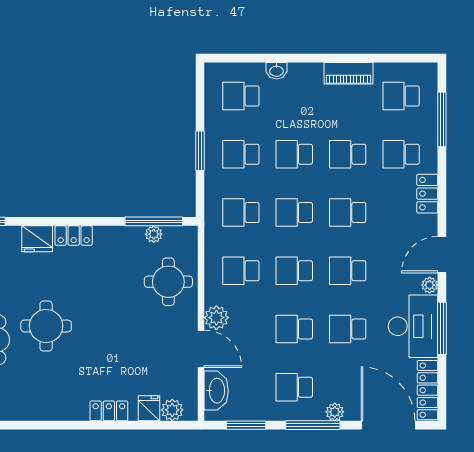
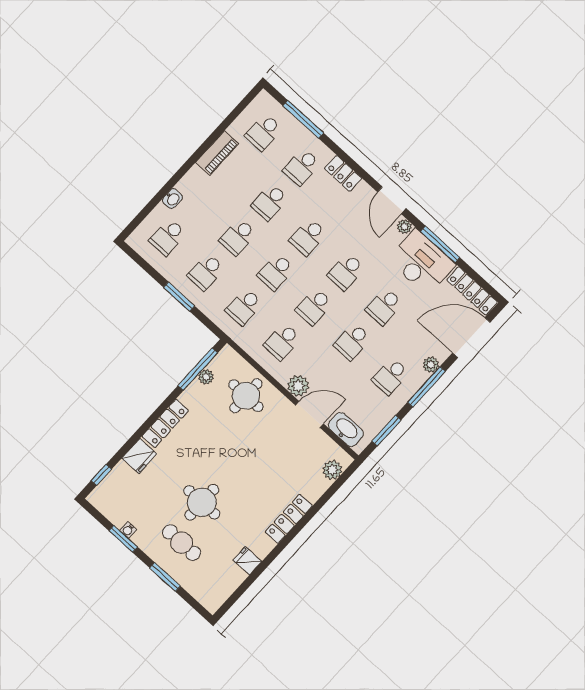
locker: (74, 236) -> (165, 423), width x1.53
fridge: (149, 408) -> (247, 561), moved
locker: (109, 411) -> (289, 519), width x1.53

